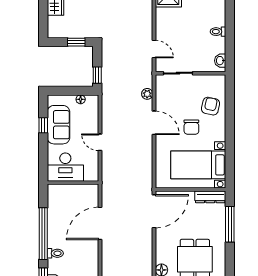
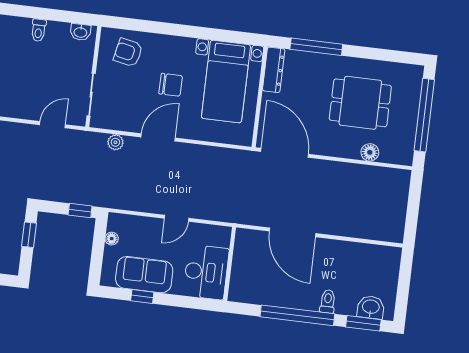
armchair: (211, 106) -> (128, 53), moved

